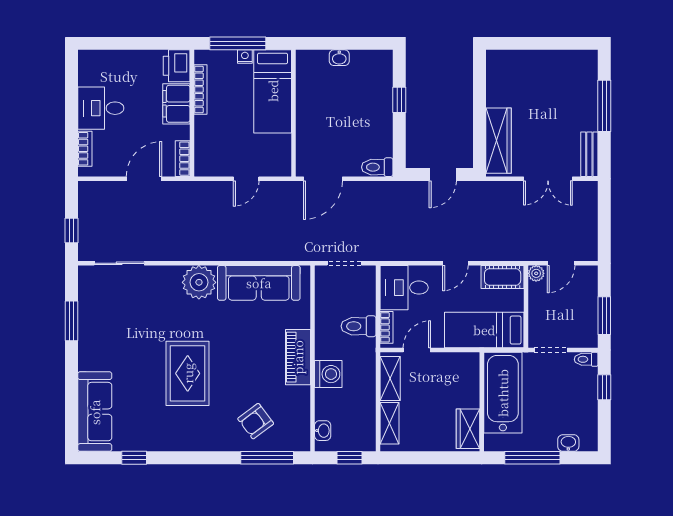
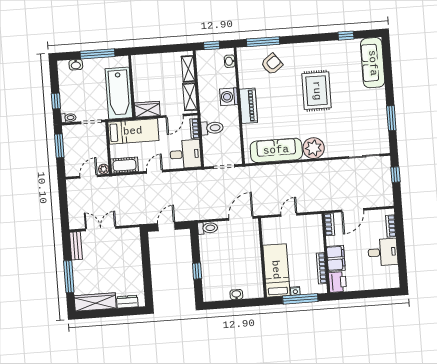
dresser: (514, 59) -> (127, 302), added
wardrobe: (499, 141) -> (95, 302), moved, turned 90
wardrobe: (468, 429) -> (147, 109), moved, turned -90

